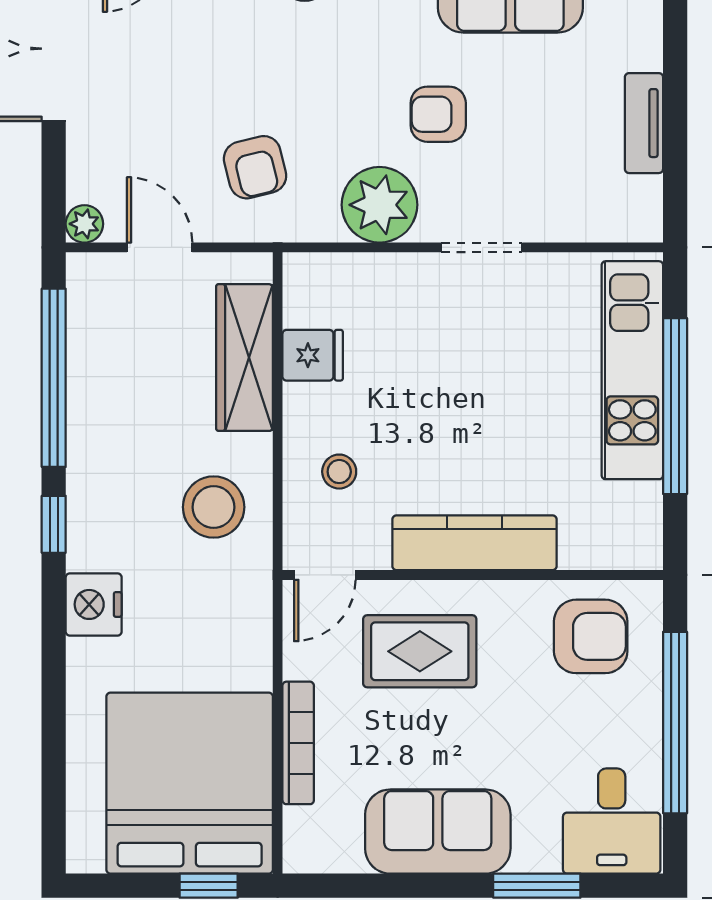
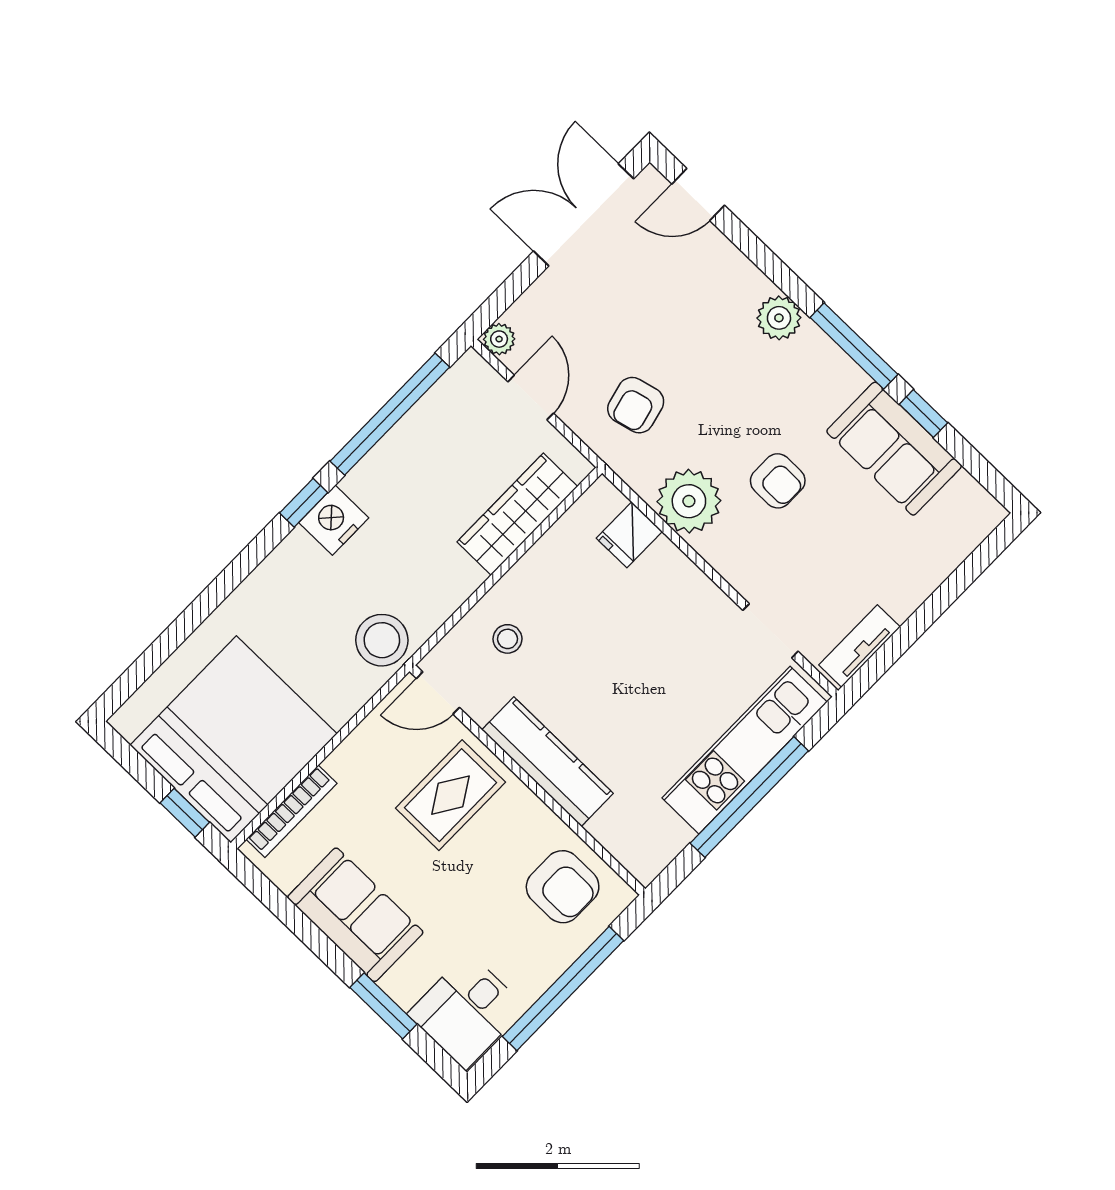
armchair: (438, 114) -> (778, 481), turned 180
tv unit: (644, 123) -> (859, 646), moved
doorway: (482, 247) -> (770, 631), moved
fridge: (313, 355) -> (629, 535), moved, turned 90
stool: (214, 507) -> (382, 640), moved
nightstand: (94, 604) -> (334, 520), moved
rug: (420, 651) -> (450, 795), turned 90
bookcase: (298, 743) -> (291, 811), moved

